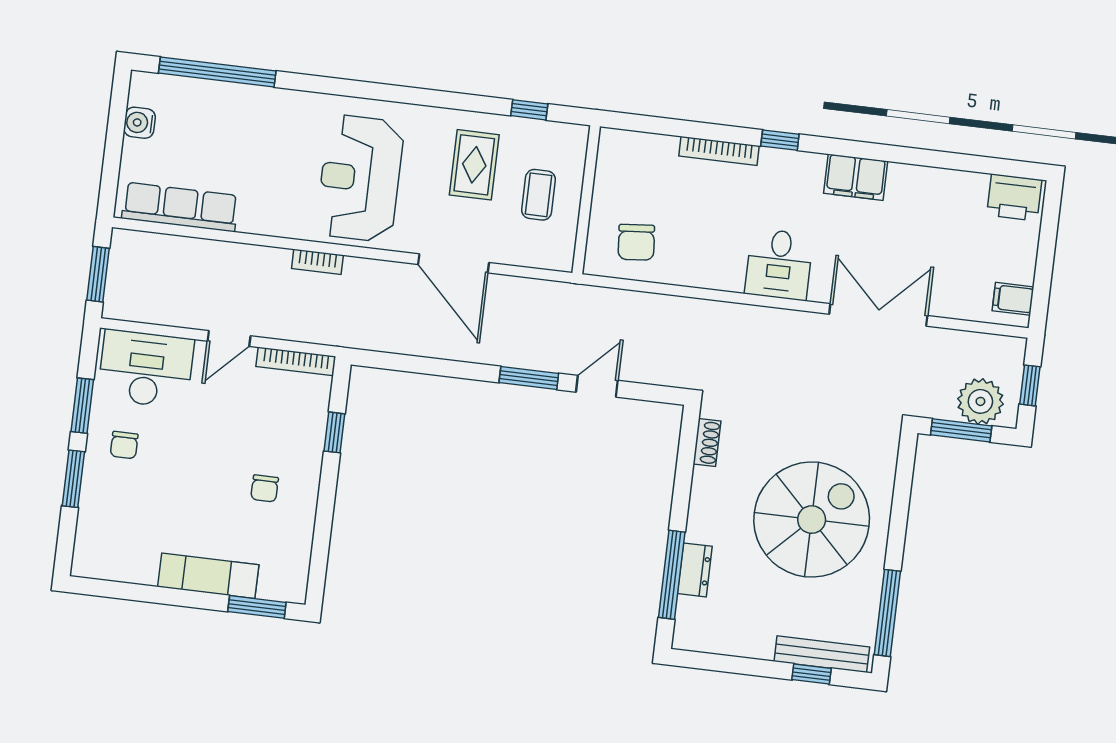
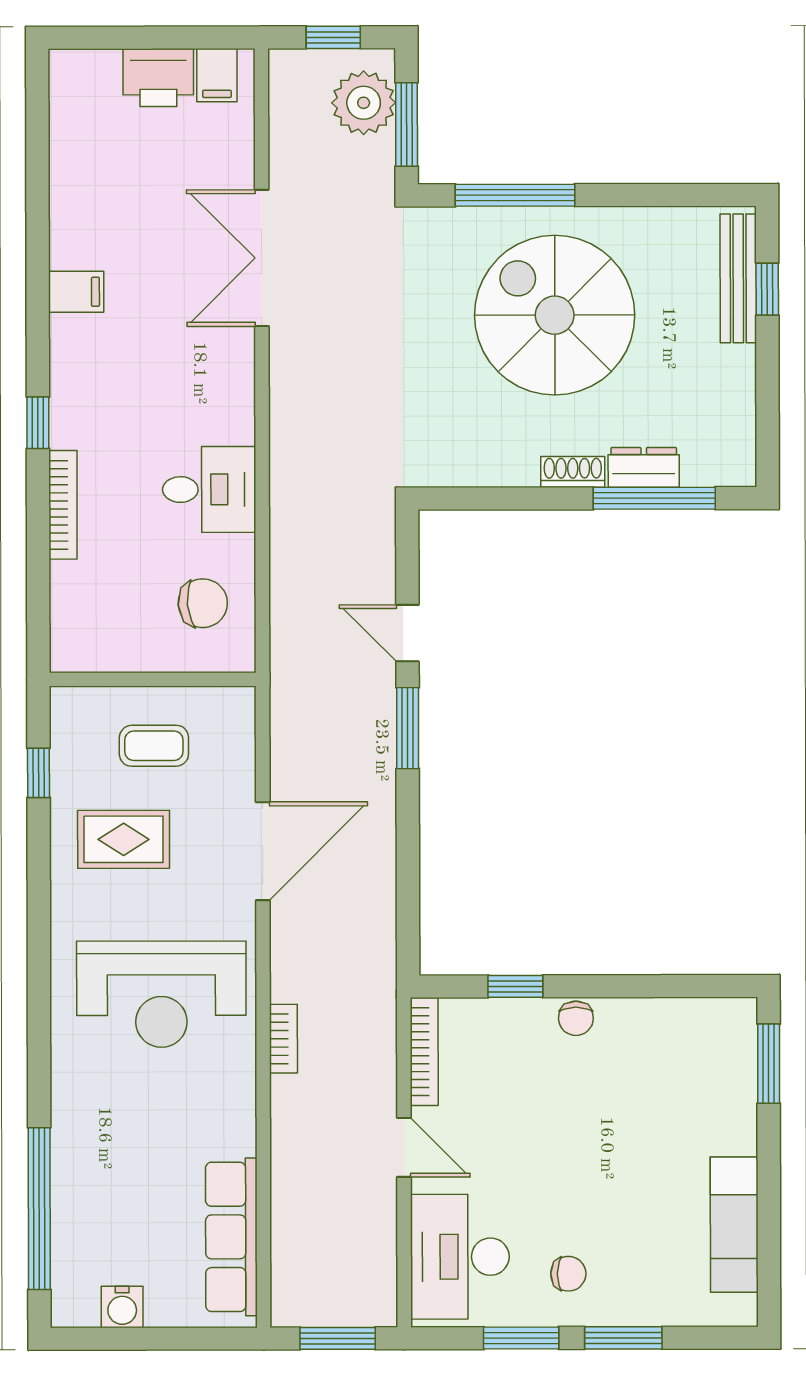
filing cabinet: (856, 177) -> (76, 292), width x0.50
printer: (1014, 197) -> (158, 78), moved, turned 90
desk: (779, 264) -> (209, 489), moved
shoe rack: (707, 442) -> (573, 472), moved
chair: (265, 488) -> (576, 1018), moved, turned 90
exam couch: (208, 576) -> (734, 1225), moved
window: (887, 613) -> (515, 195), moved

